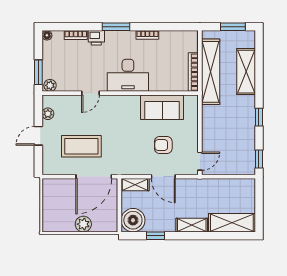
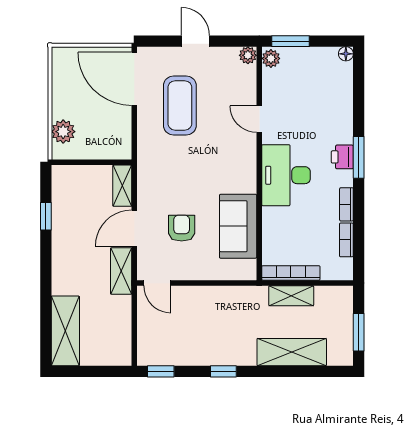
bookcase: (76, 35) -> (346, 240), moved
printer: (96, 38) -> (342, 157), moved
shelving: (211, 72) -> (291, 296), width x0.45, depth x0.75
plant: (48, 114) -> (248, 55), moved
door: (94, 177) -> (134, 79), moved
boiler: (133, 220) -> (69, 183), removed
plant: (83, 224) -> (63, 132), moved
shelving: (192, 225) -> (121, 271), moved

